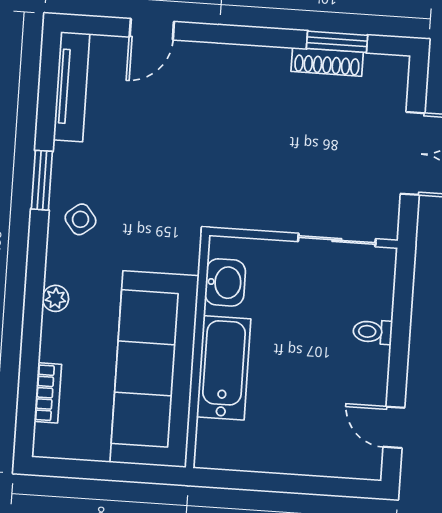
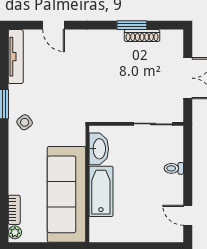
door: (152, 29) -> (54, 25), hinge flipped
window: (337, 42) -> (132, 25), moved
washbasin: (225, 282) -> (99, 149), width x1.38
plant: (56, 298) -> (15, 232), moved

